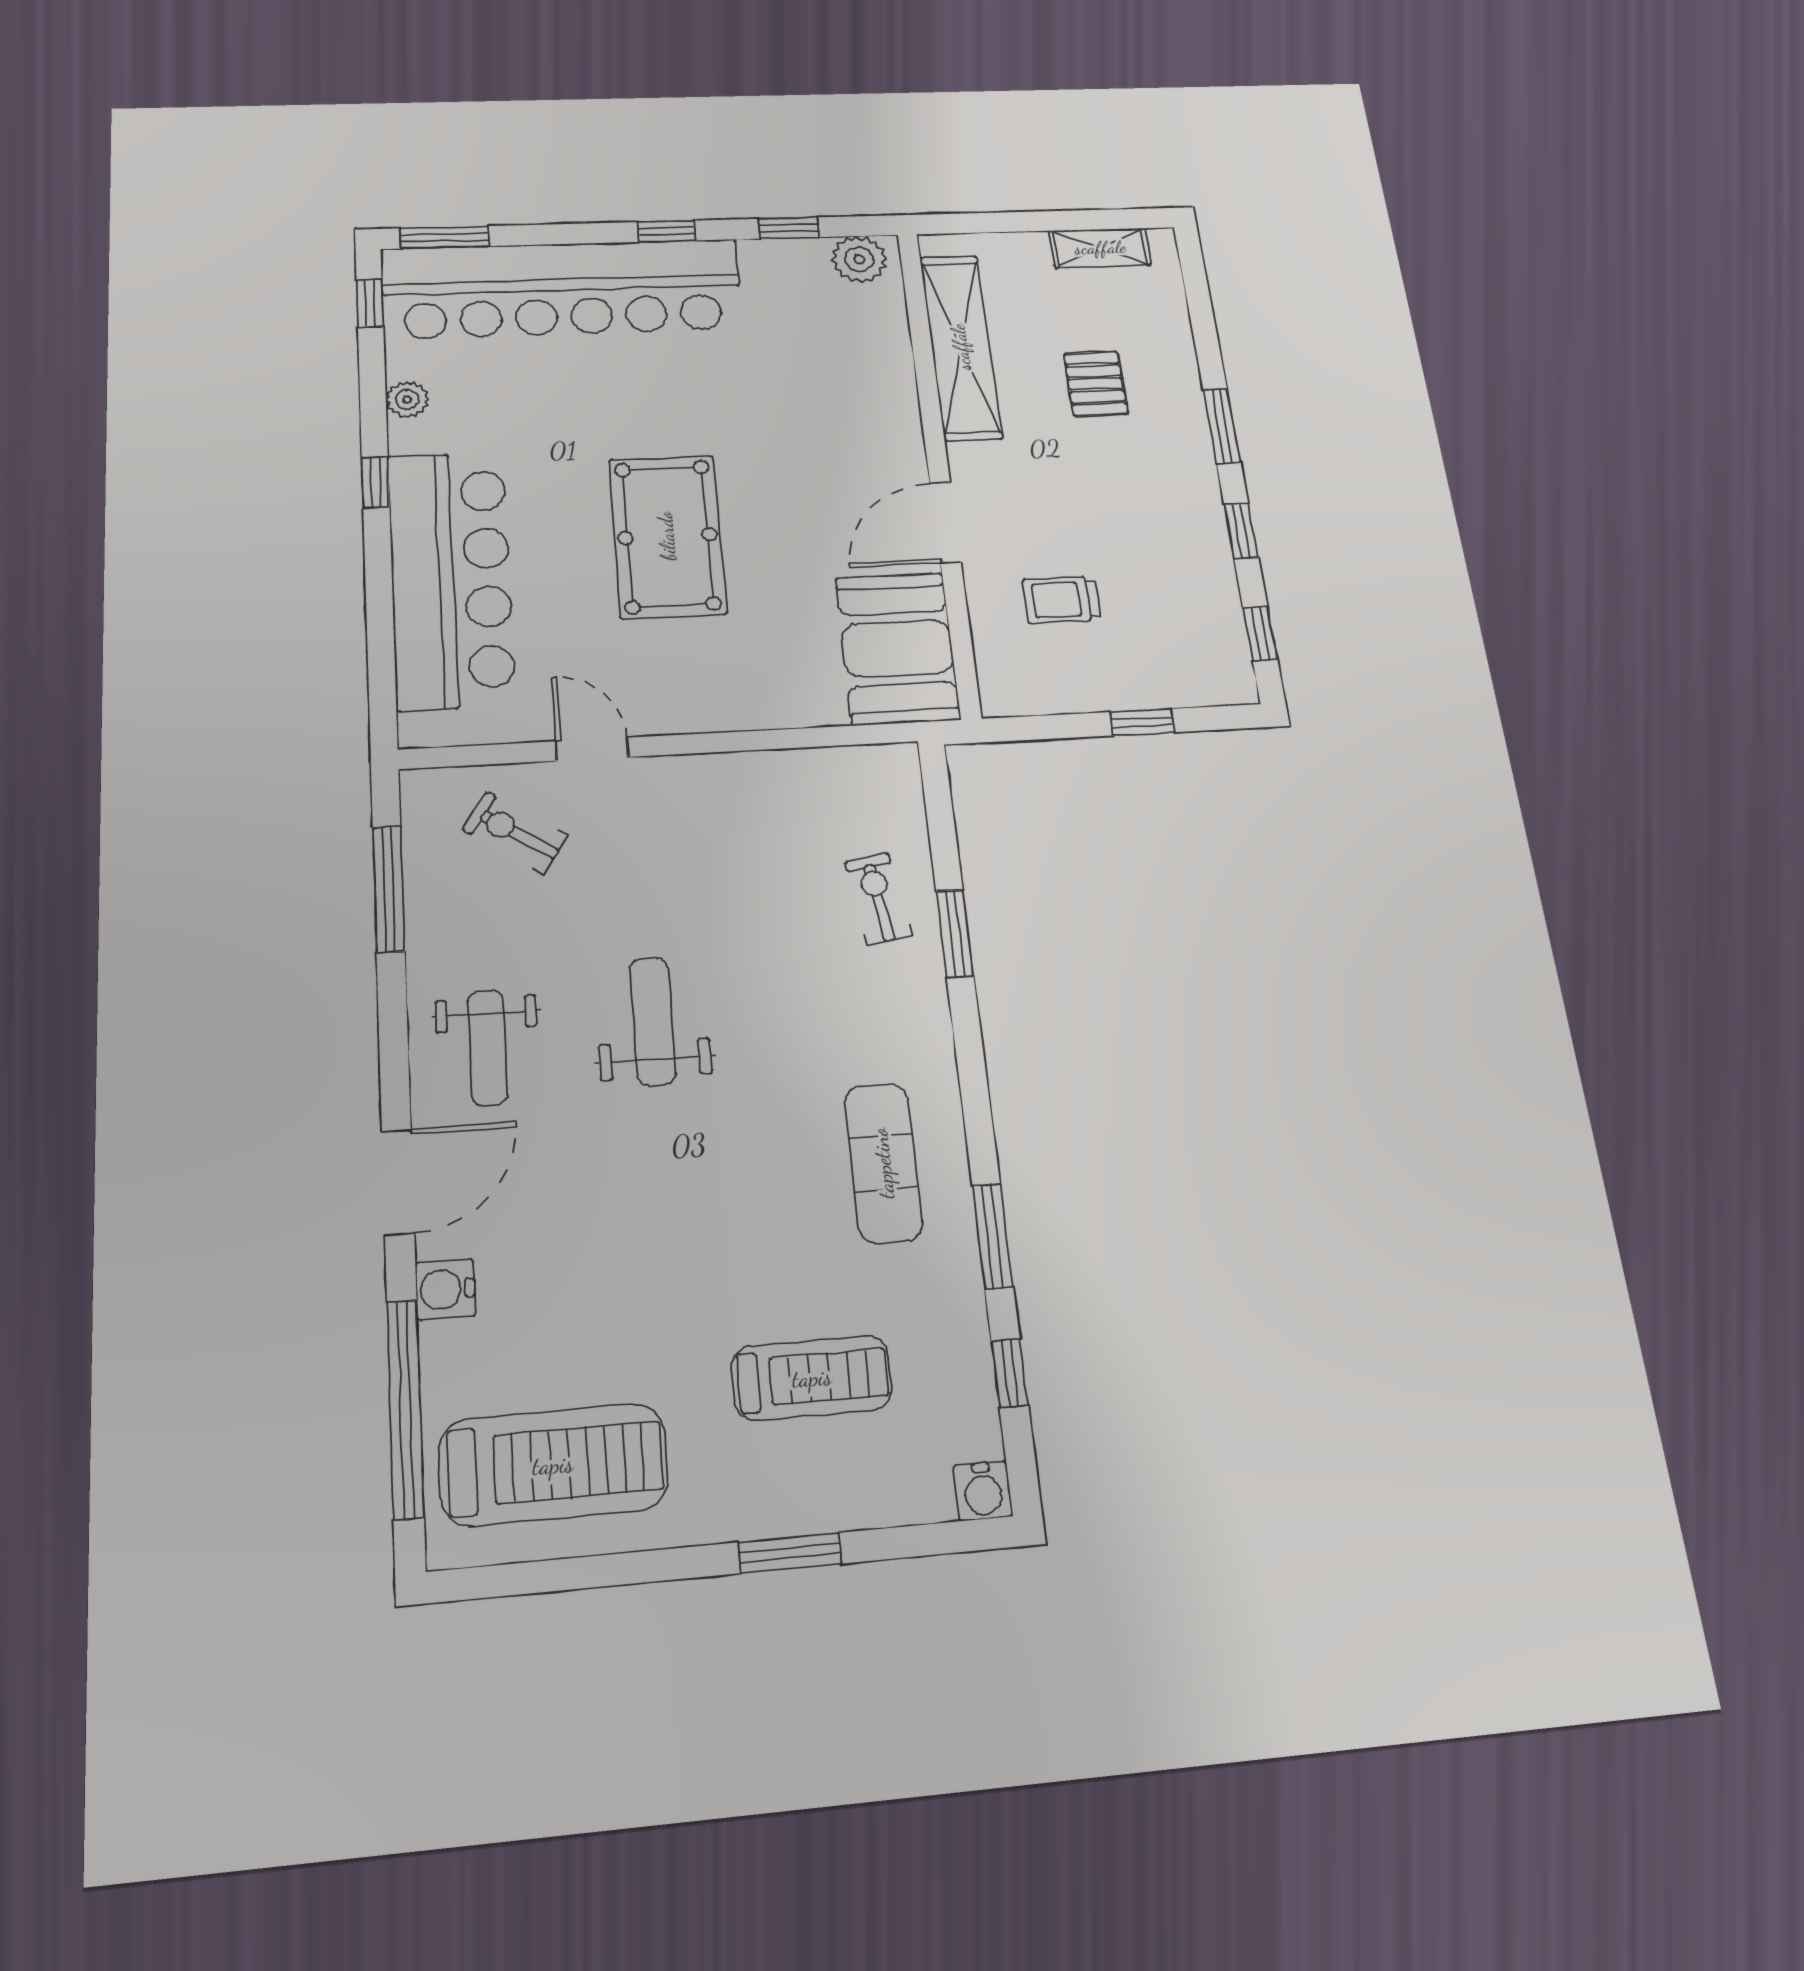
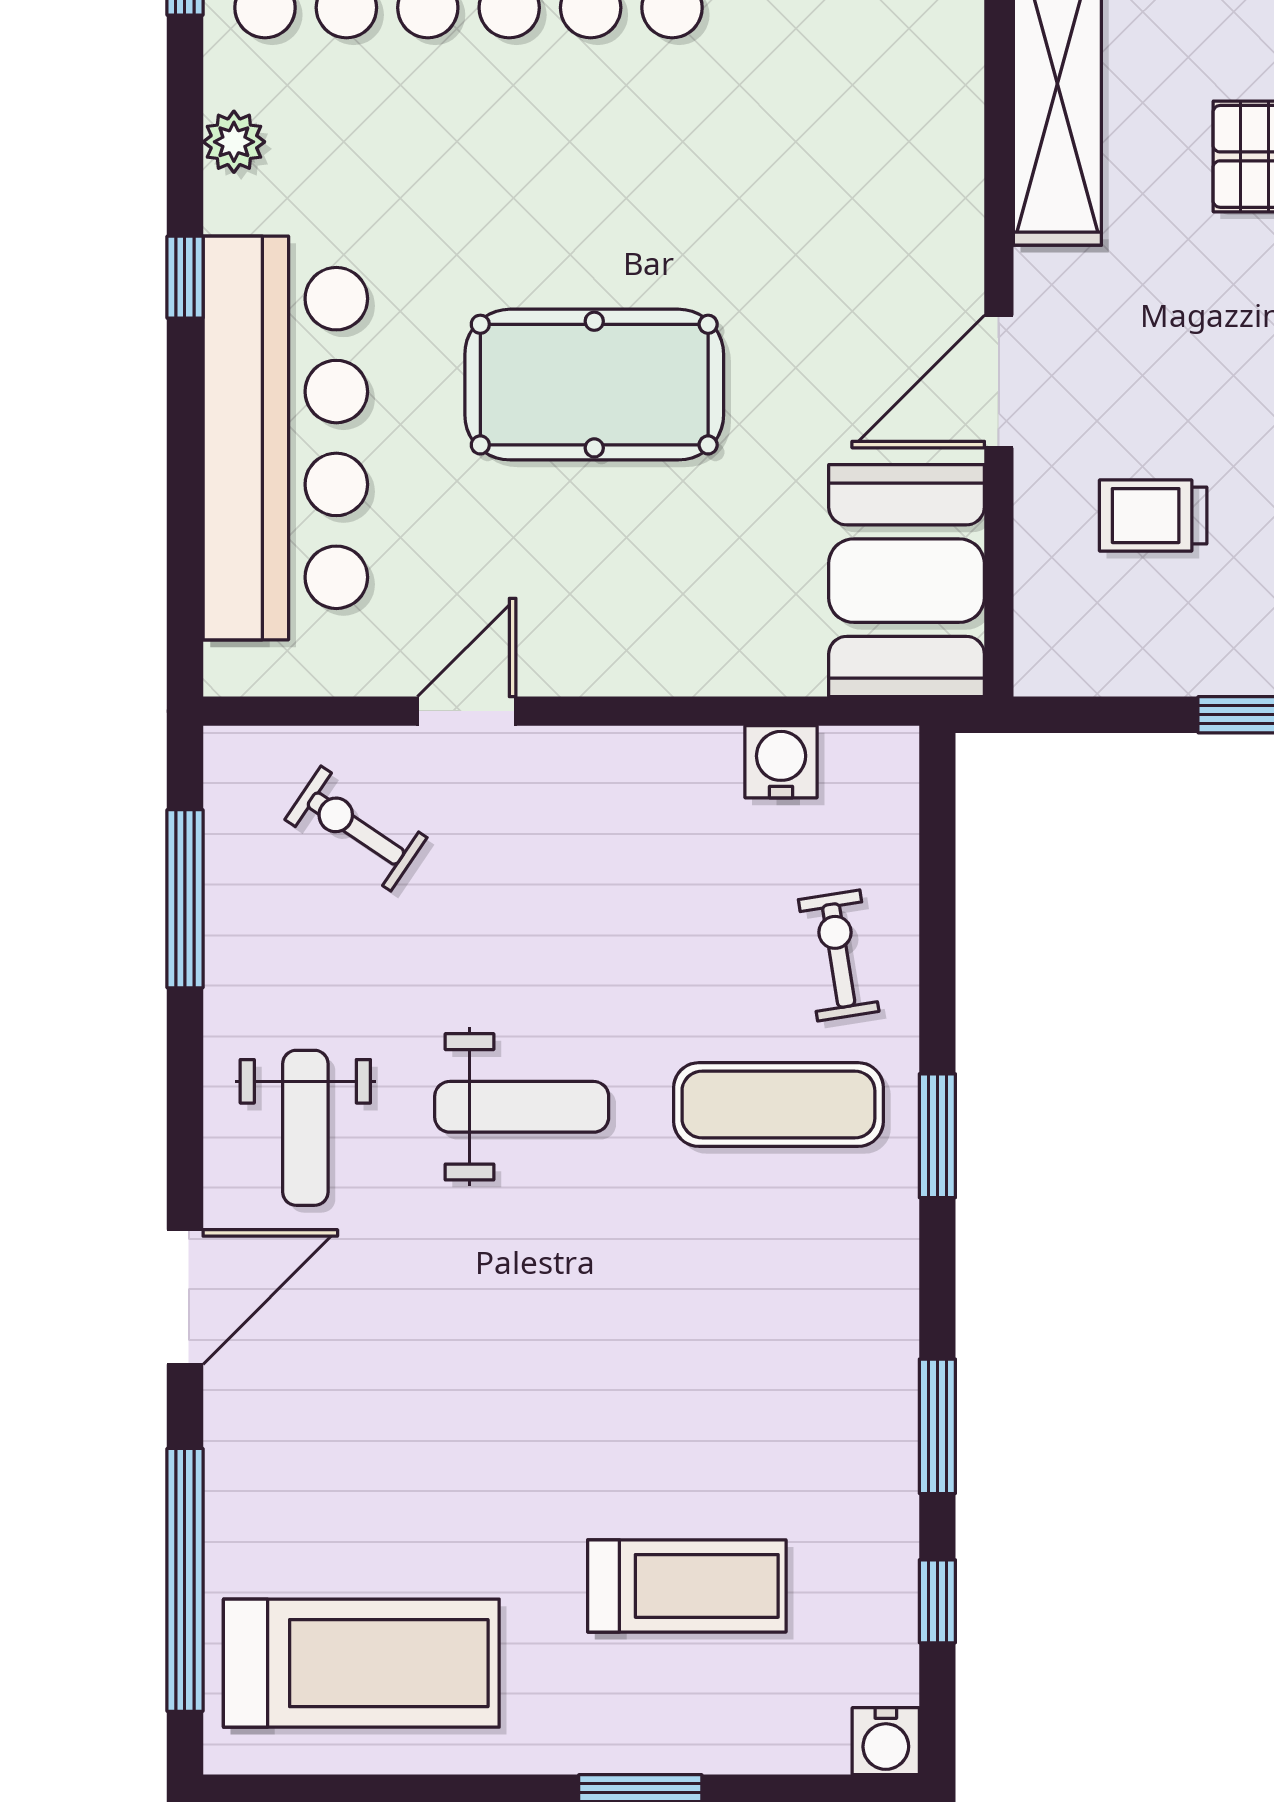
pool table: (667, 536) -> (594, 385), turned 90
door: (592, 749) -> (467, 711), hinge flipped
window: (955, 934) -> (937, 1136), moved
weight bench: (653, 1021) -> (522, 1107), turned 90
exercise mat: (883, 1163) -> (778, 1105), moved, turned 90
water cooler: (445, 1289) -> (781, 762), moved, turned 90

